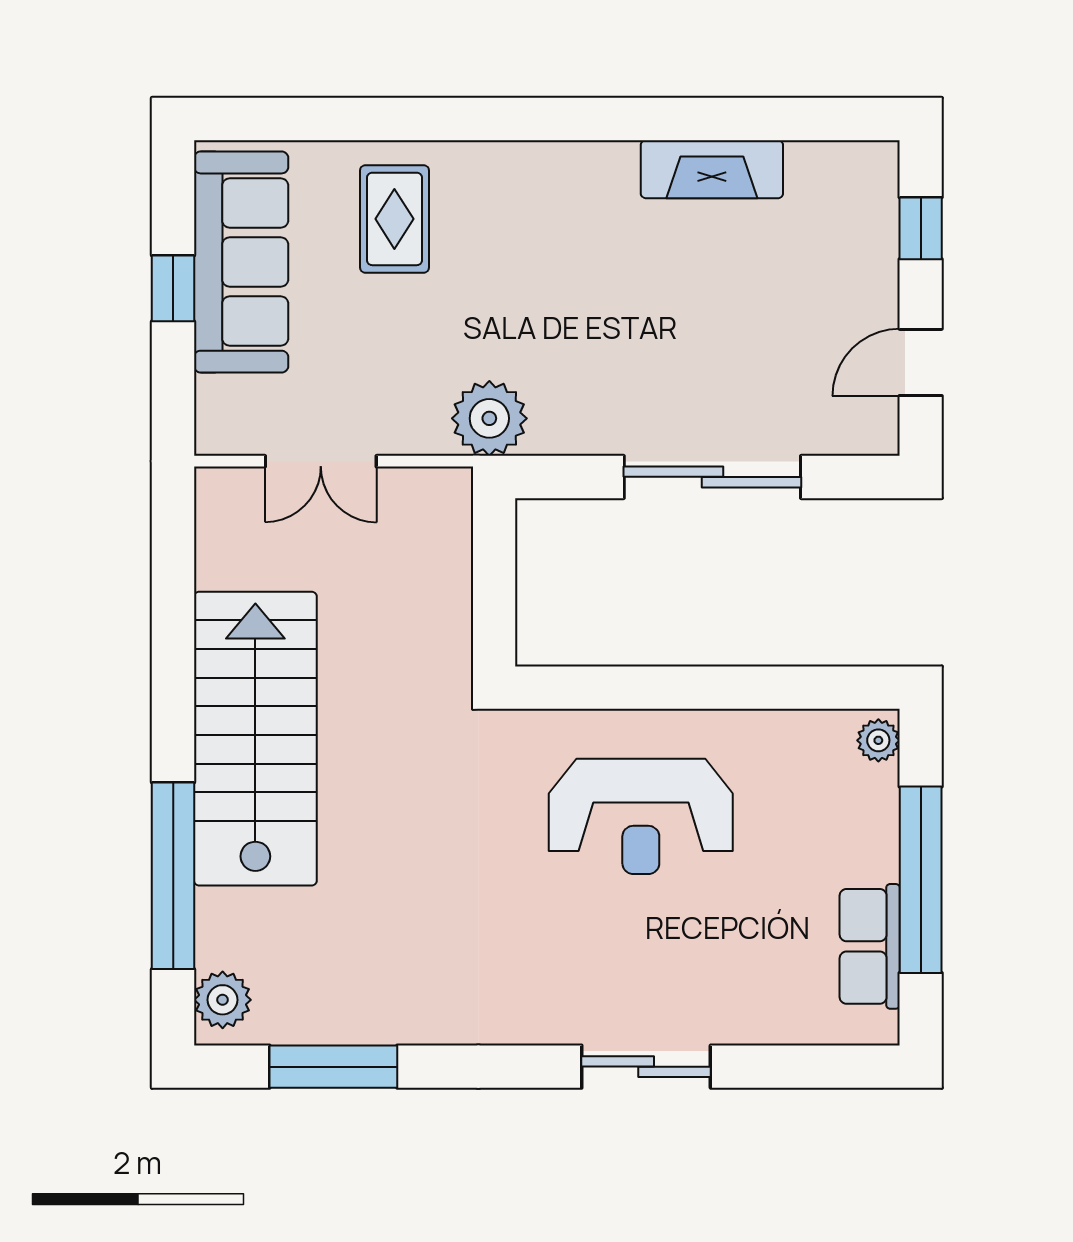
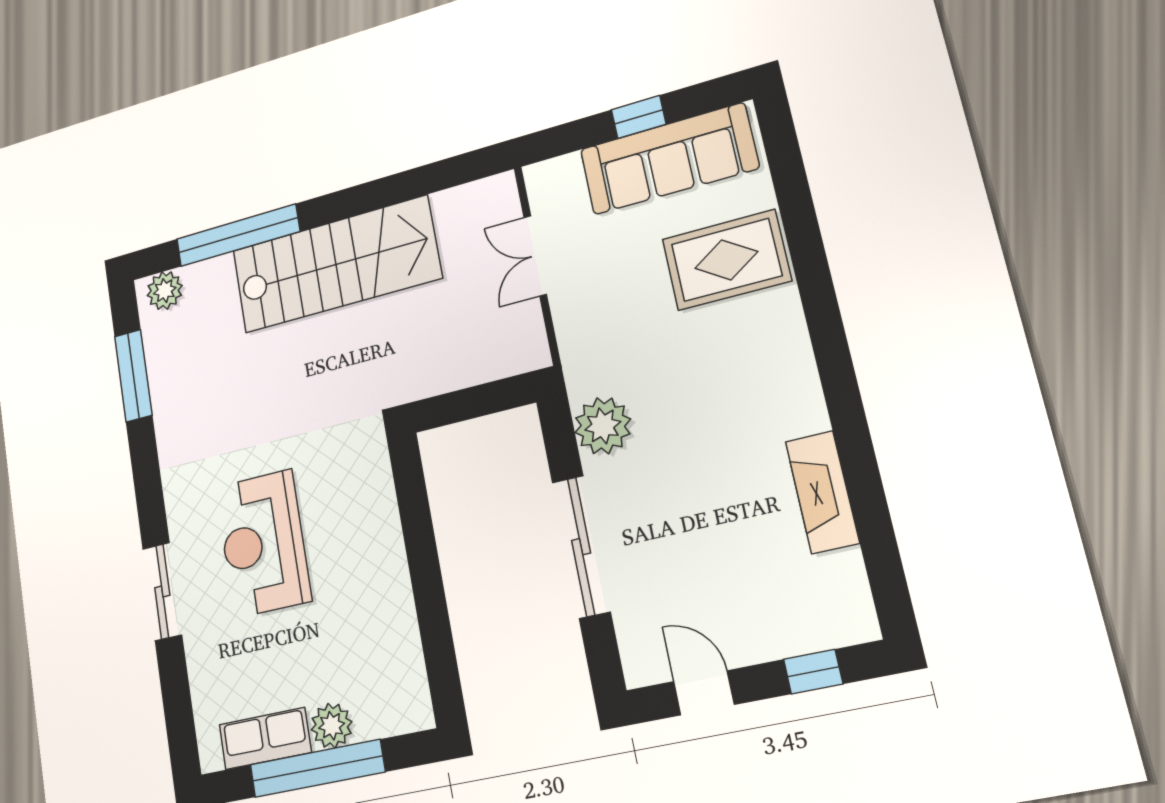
rug: (394, 219) -> (726, 260), width x1.36, depth x1.43
plant: (489, 418) -> (603, 426), moved
plant: (878, 740) -> (332, 726), moved, width x1.38, depth x1.38
reception desk: (641, 816) -> (263, 543), moved

